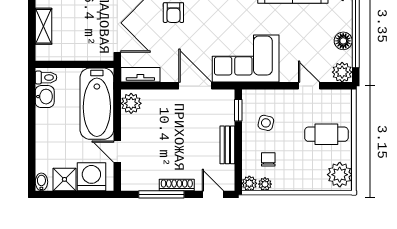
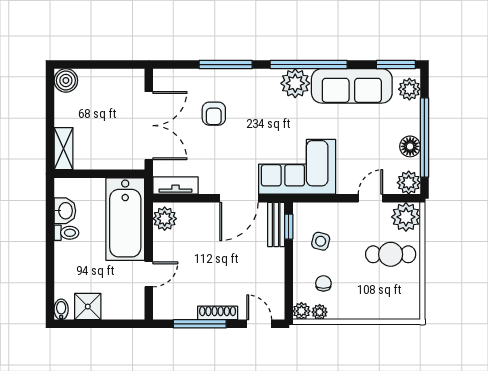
shelving: (44, 26) -> (64, 149), moved
toilet: (46, 78) -> (66, 233), moved
door: (195, 86) -> (239, 198), swing flipped
door: (309, 86) -> (370, 198), hinge flipped
bench: (227, 145) -> (276, 225), moved
door: (117, 152) -> (149, 274), swing flipped
plant: (340, 175) -> (406, 217), moved
washing machine: (91, 177) -> (119, 303), removed

